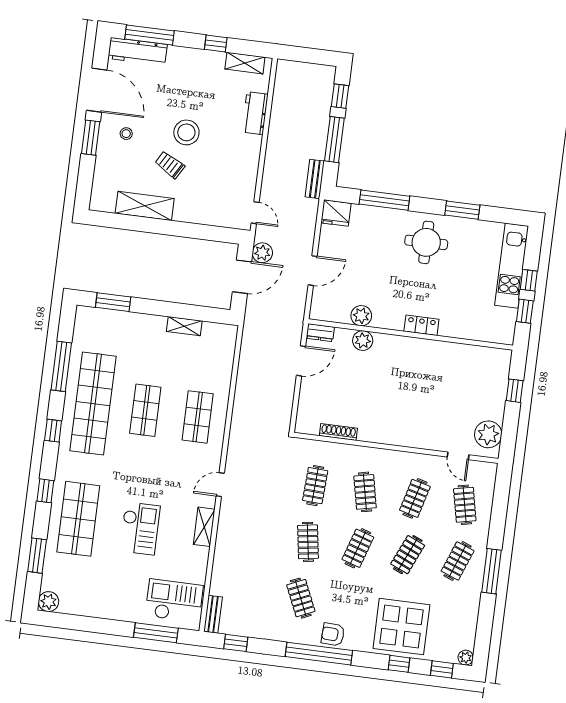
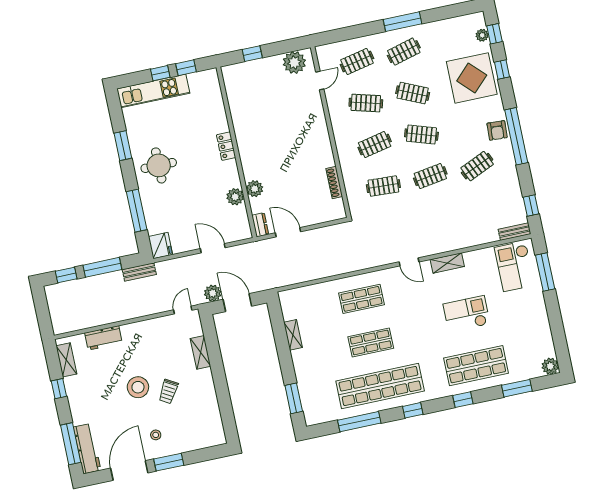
shelving: (145, 206) -> (200, 352), moved, width x0.67, depth x0.75
clothes rail: (458, 561) -> (404, 52), turned -36
plant: (466, 658) -> (482, 35), moved

